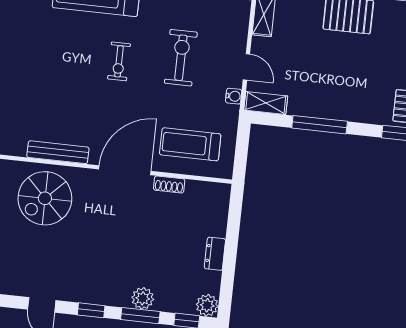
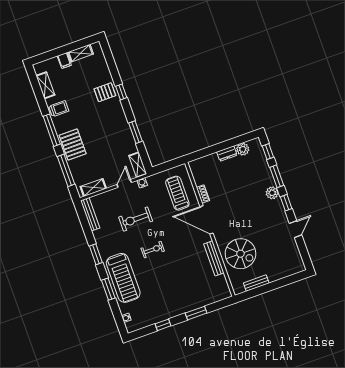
window: (320, 125) -> (136, 132), width x0.69
treadmill: (190, 144) -> (177, 193), turned 180
plant: (143, 298) -> (272, 193), moved
plant: (207, 305) -> (243, 149), moved

